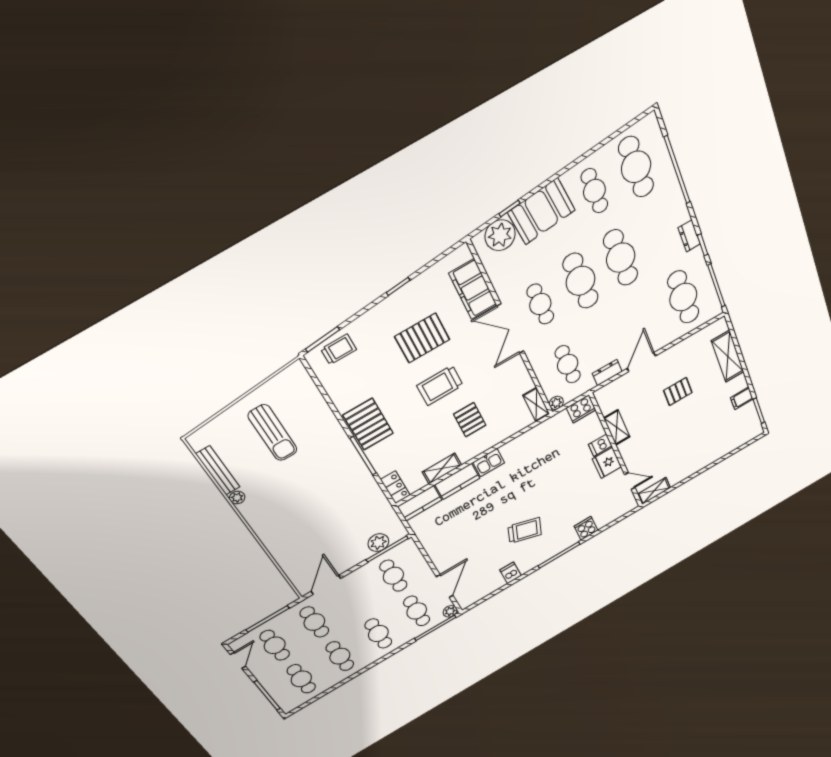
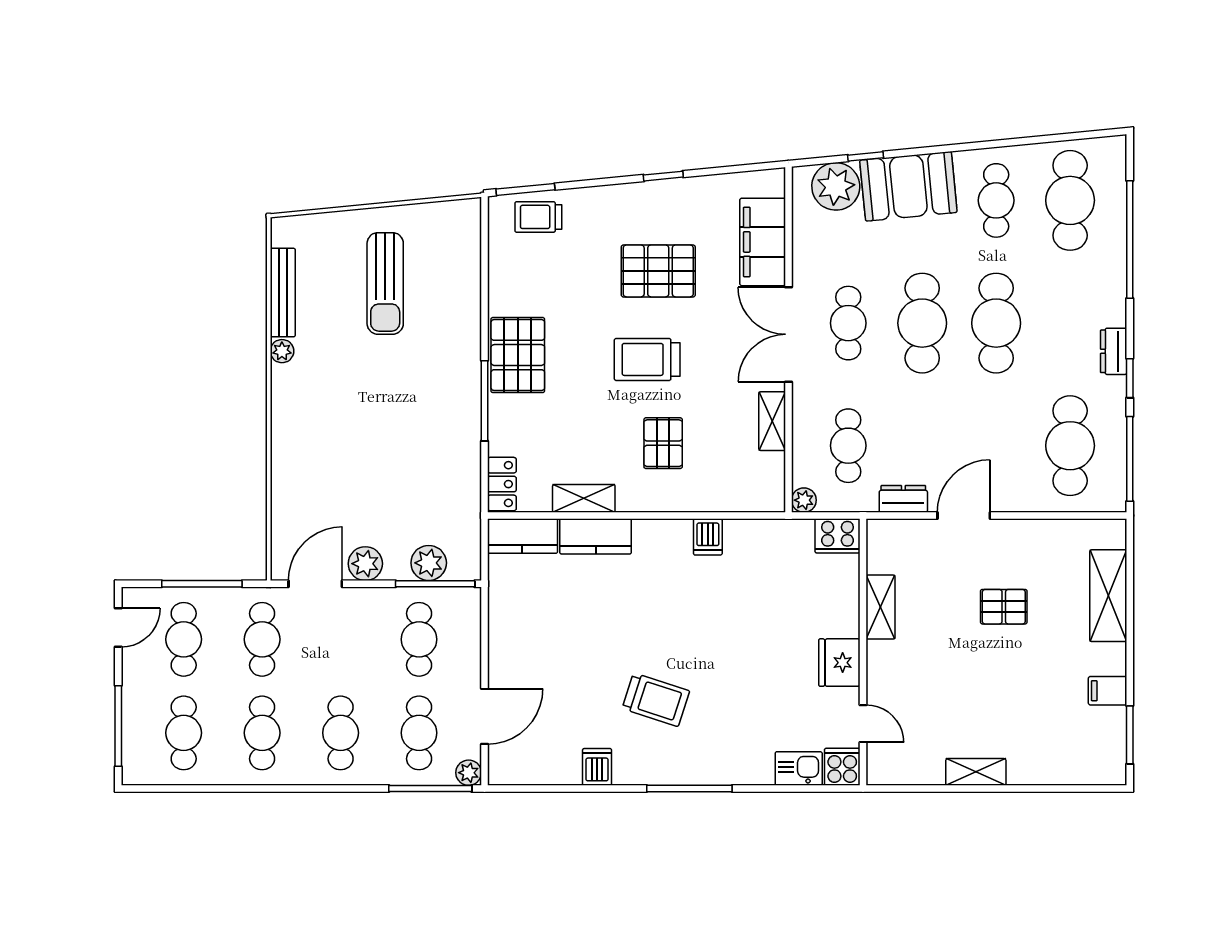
trolley: (339, 349) -> (538, 217), turned 180
shelving: (536, 405) -> (772, 421), moved
dishwasher: (600, 445) -> (708, 537), moved, turned -90
kitchen sink: (489, 463) -> (799, 768), moved, turned 180
shelving: (654, 491) -> (976, 772), moved
cooker: (586, 528) -> (842, 767), moved
plant: (346, 562) -> (365, 564), added

